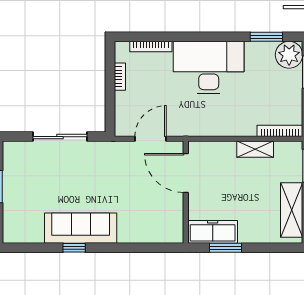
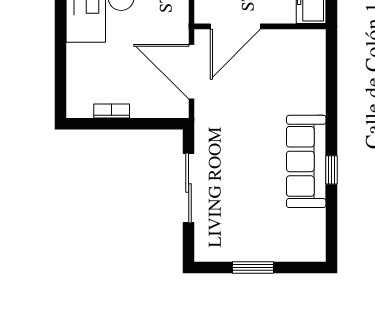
bookcase: (151, 47) -> (73, 71), removed
door: (151, 139) -> (191, 72), width x1.36

